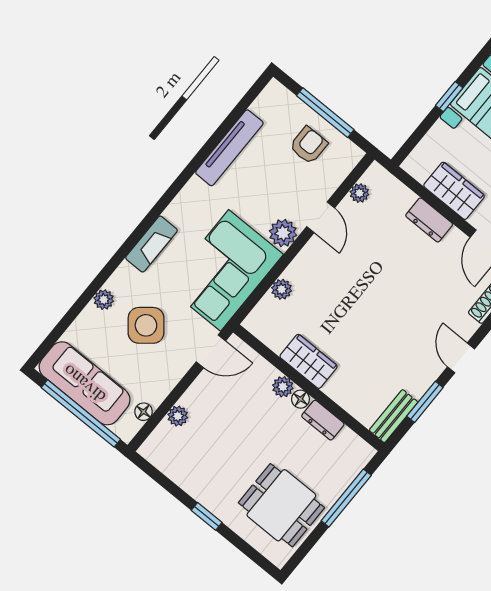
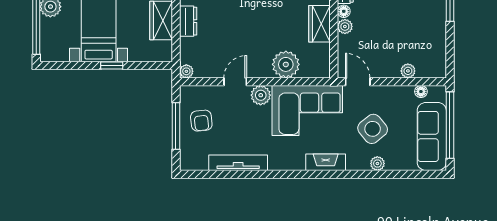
armchair: (308, 145) -> (201, 121), turned -96
plant: (359, 193) -> (186, 71), moved
plant: (282, 289) -> (286, 64), width x1.87, depth x1.87

